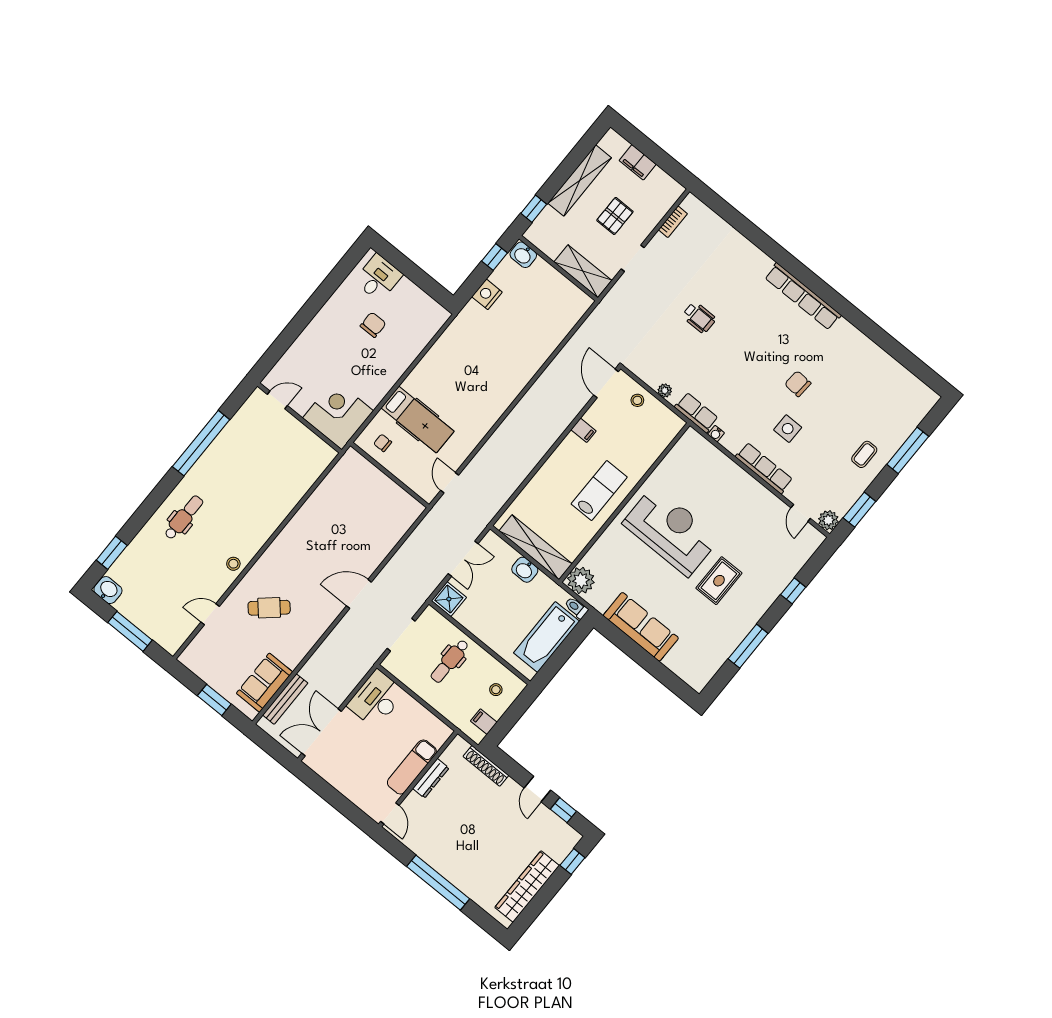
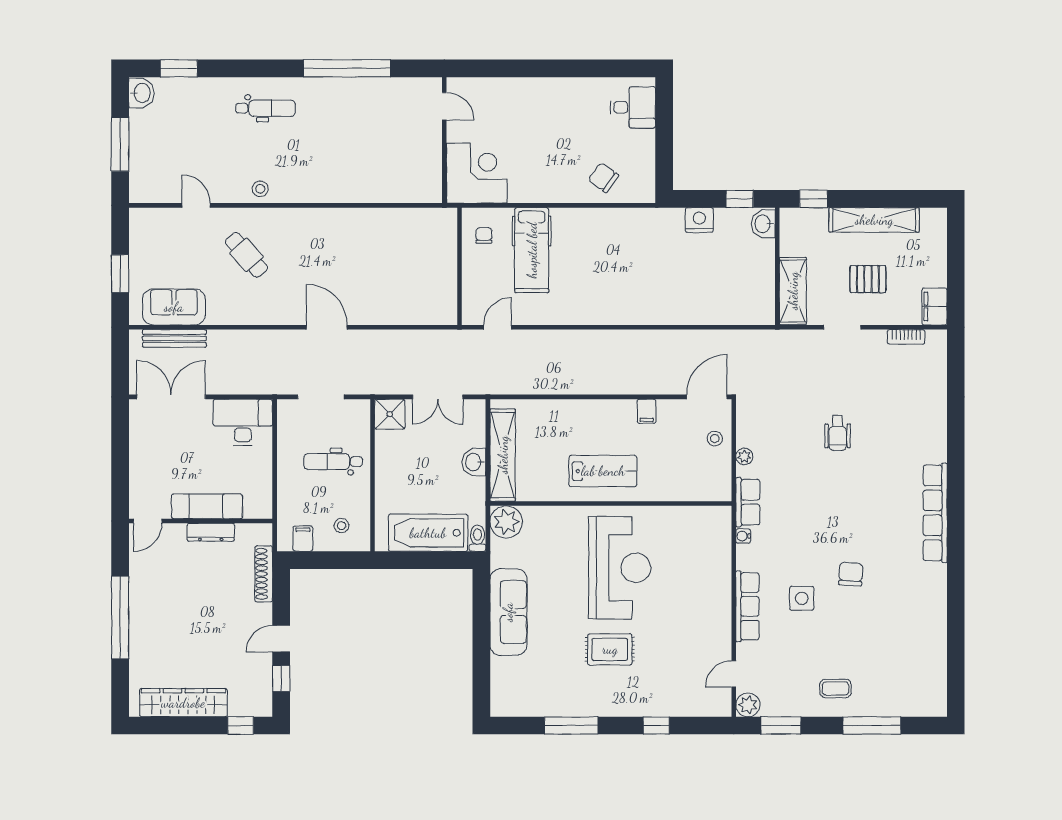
filing cabinet: (638, 162) -> (935, 306), moved
chair: (373, 325) -> (603, 178), moved, turned -144

